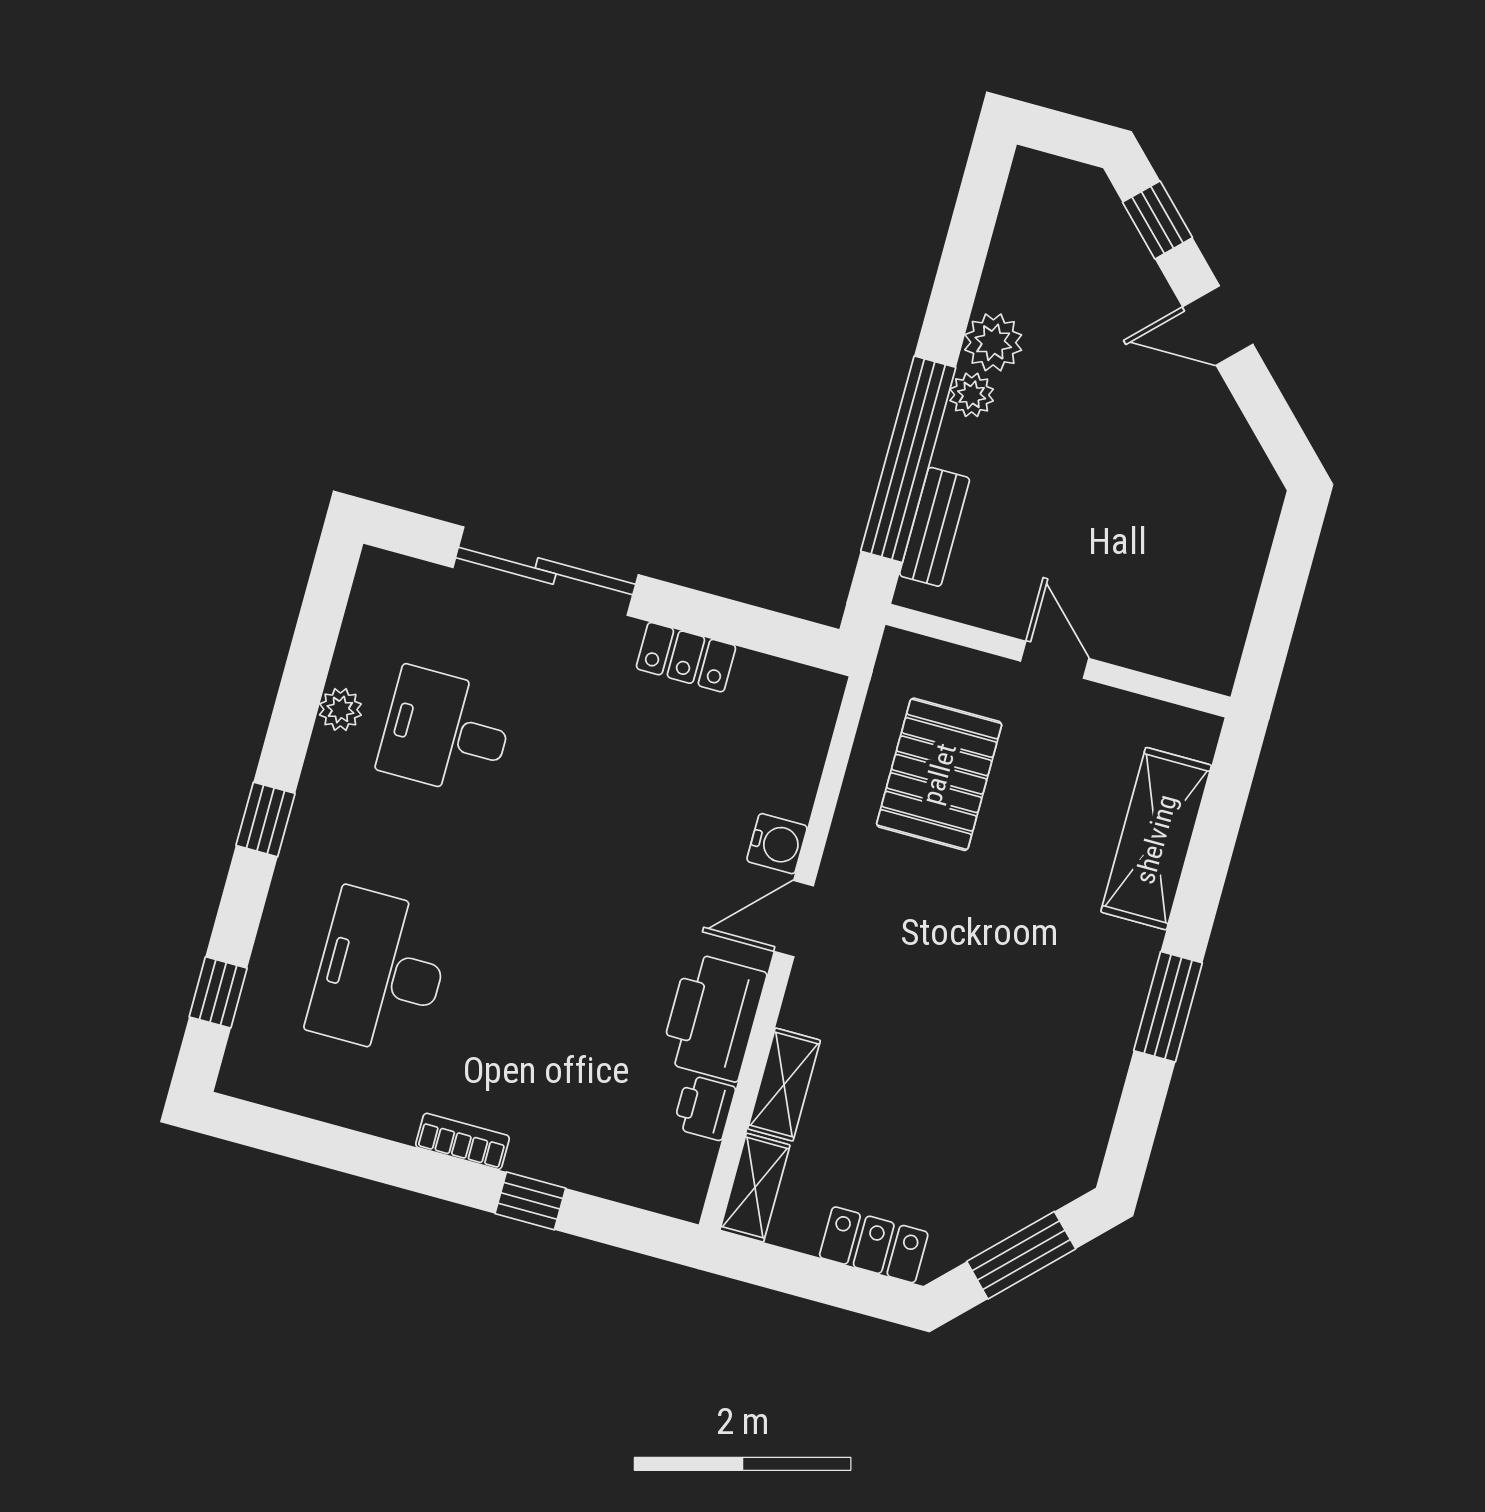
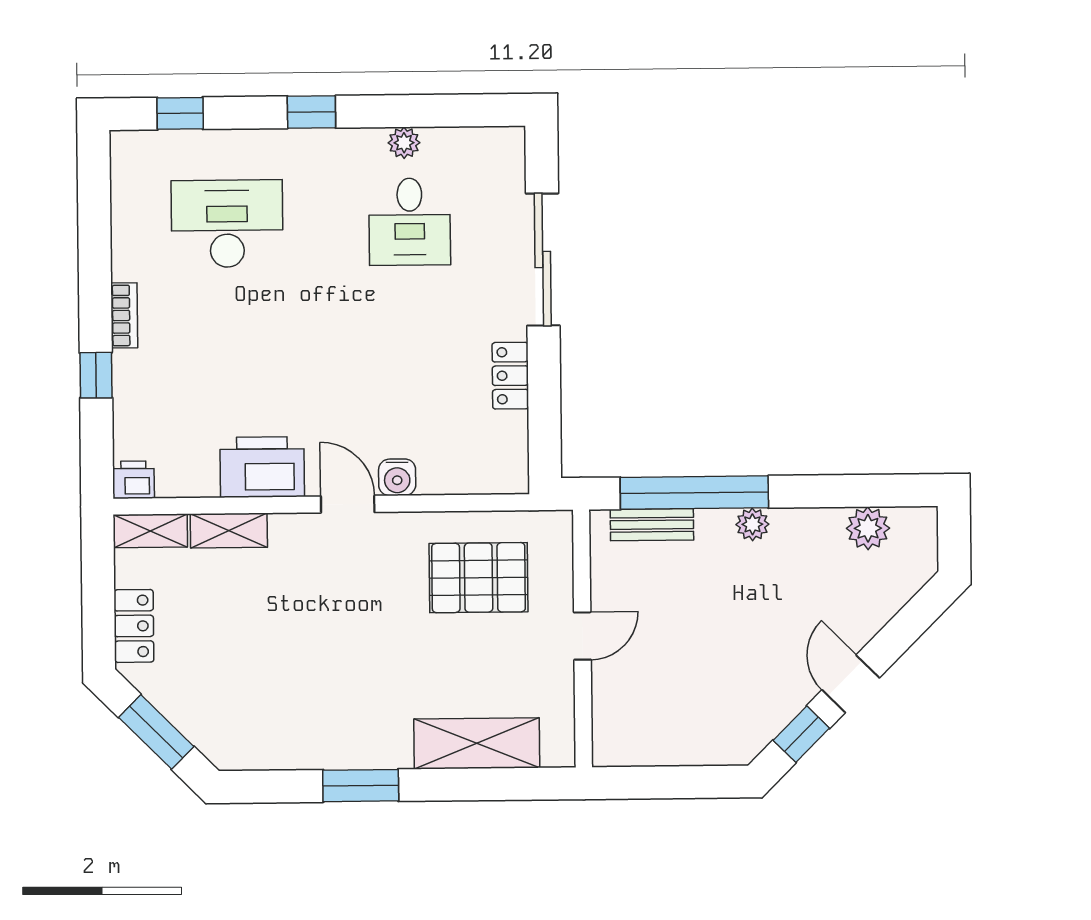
window: (1158, 220) -> (801, 734), moved
plant: (993, 342) -> (868, 528), moved
desk: (446, 732) -> (410, 222), turned 180
printer: (704, 1108) -> (133, 480), moved

